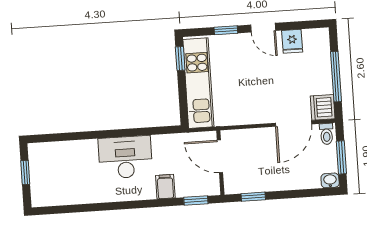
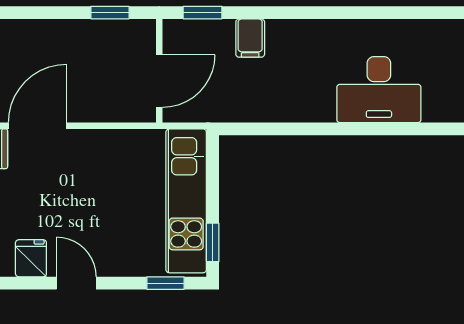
window: (226, 30) -> (165, 283), moved
door: (220, 156) -> (159, 81), hinge flipped
desk: (125, 157) -> (379, 90), moved

